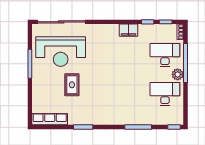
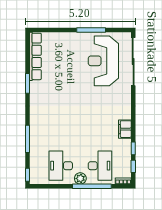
rug: (72, 85) -> (70, 72), removed
desk: (165, 94) -> (61, 166), turned 180
row of seats: (50, 119) -> (35, 56), width x1.36

